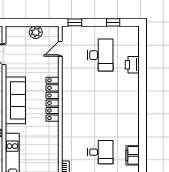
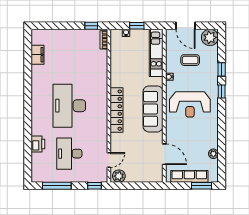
window: (113, 22) -> (57, 186), width x2.17
plant: (36, 32) -> (119, 176), moved
desk: (100, 152) -> (69, 106), moved, width x1.87, depth x1.30

